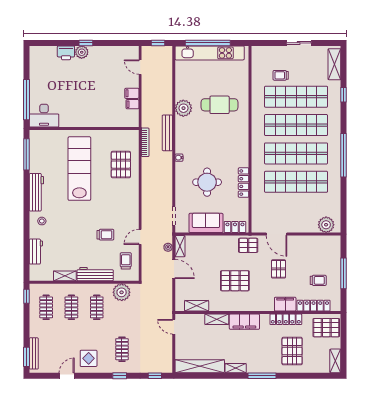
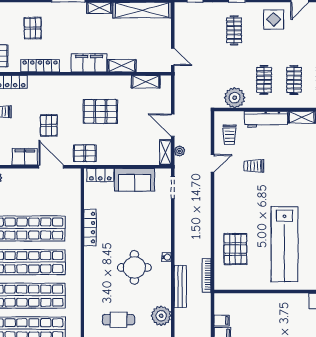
cafe table: (220, 105) -> (119, 320), width x0.73, depth x0.74
round table: (207, 182) -> (134, 267), moved
filing cabinet: (285, 304) -> (25, 157), moved, turned 180
pallet: (292, 351) -> (33, 28), width x0.67, depth x0.71

